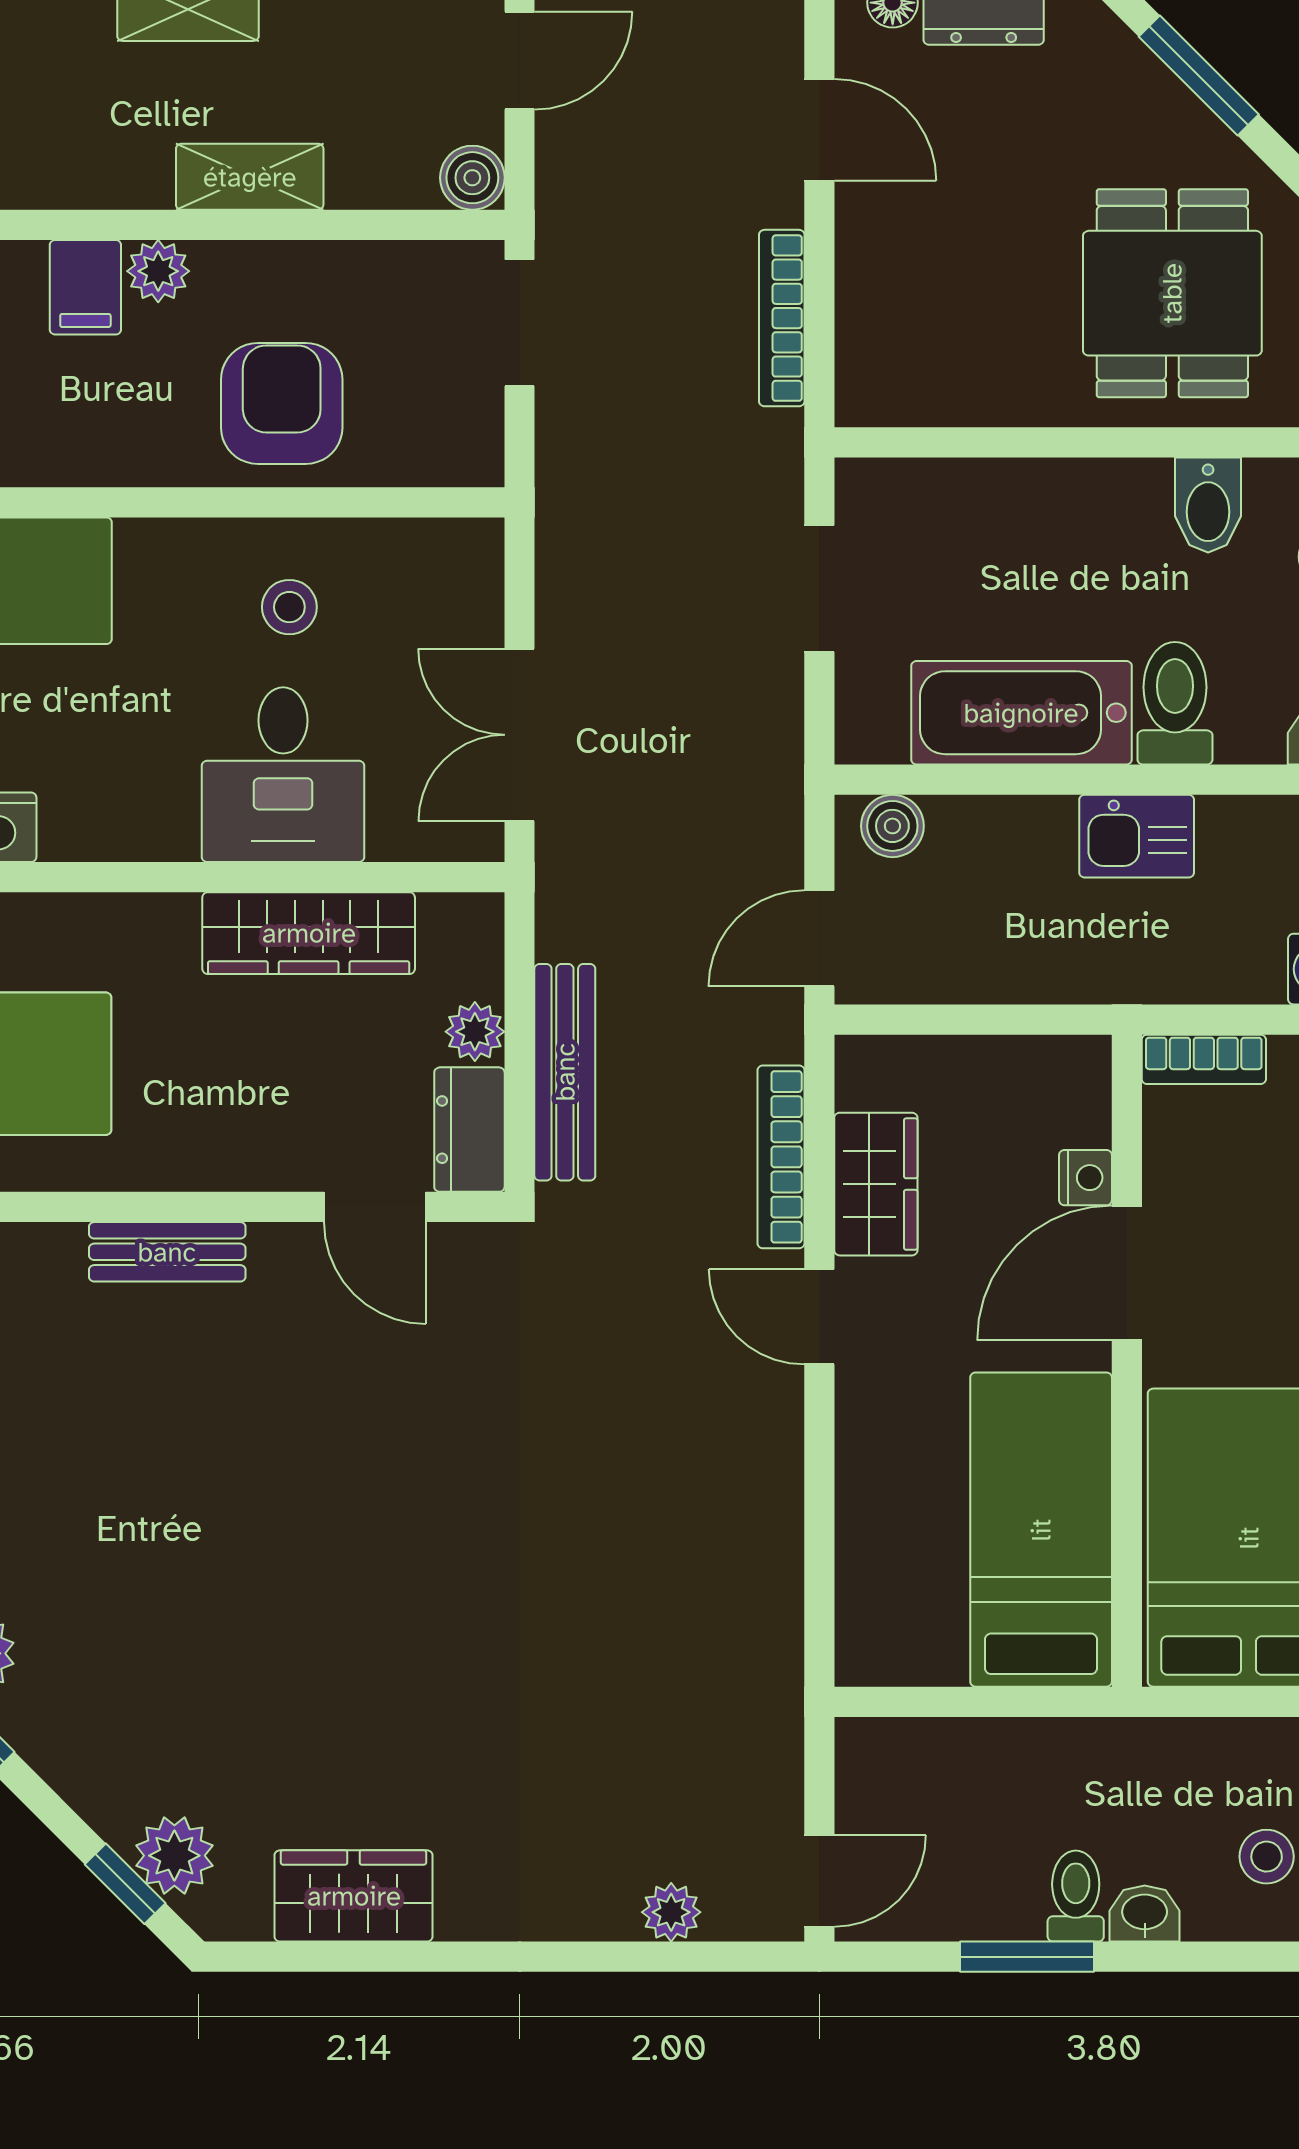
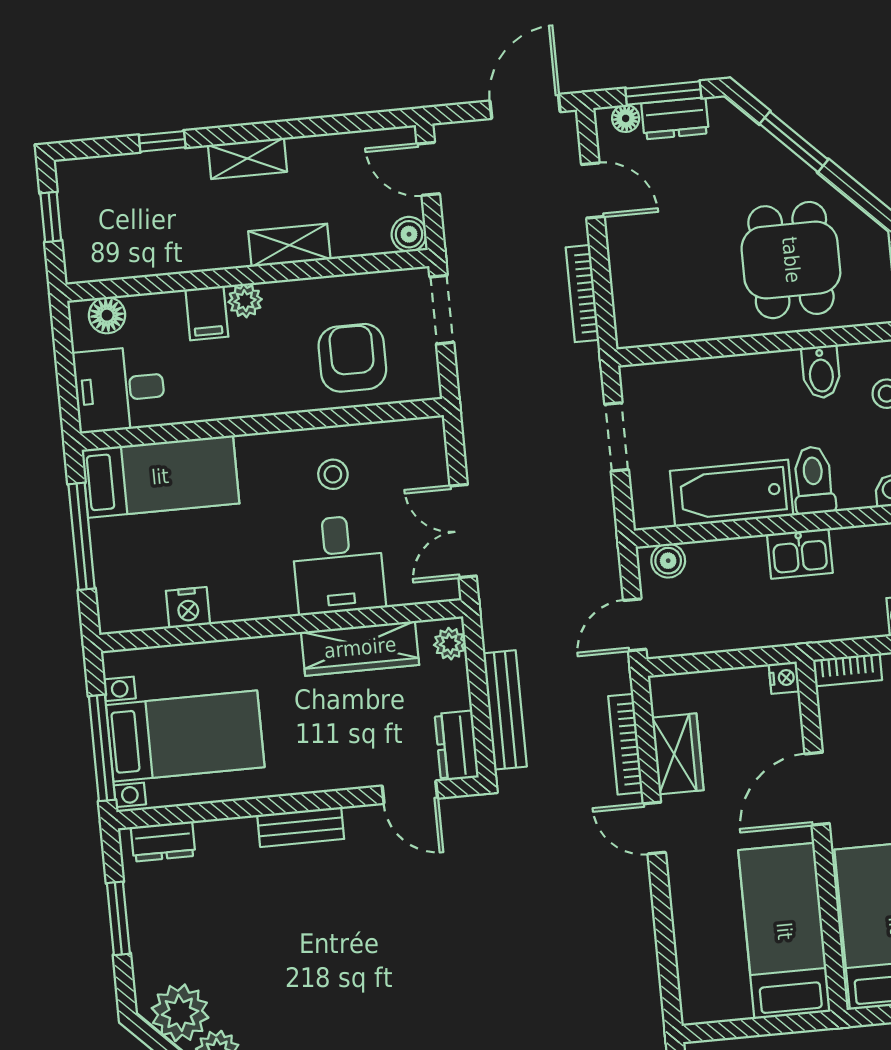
door: (520, 61) -> (428, 169), swing flipped
armchair: (282, 403) -> (352, 358), moved
plant: (475, 1032) -> (450, 644), moved
nightstand: (1085, 1178) -> (784, 678), moved

